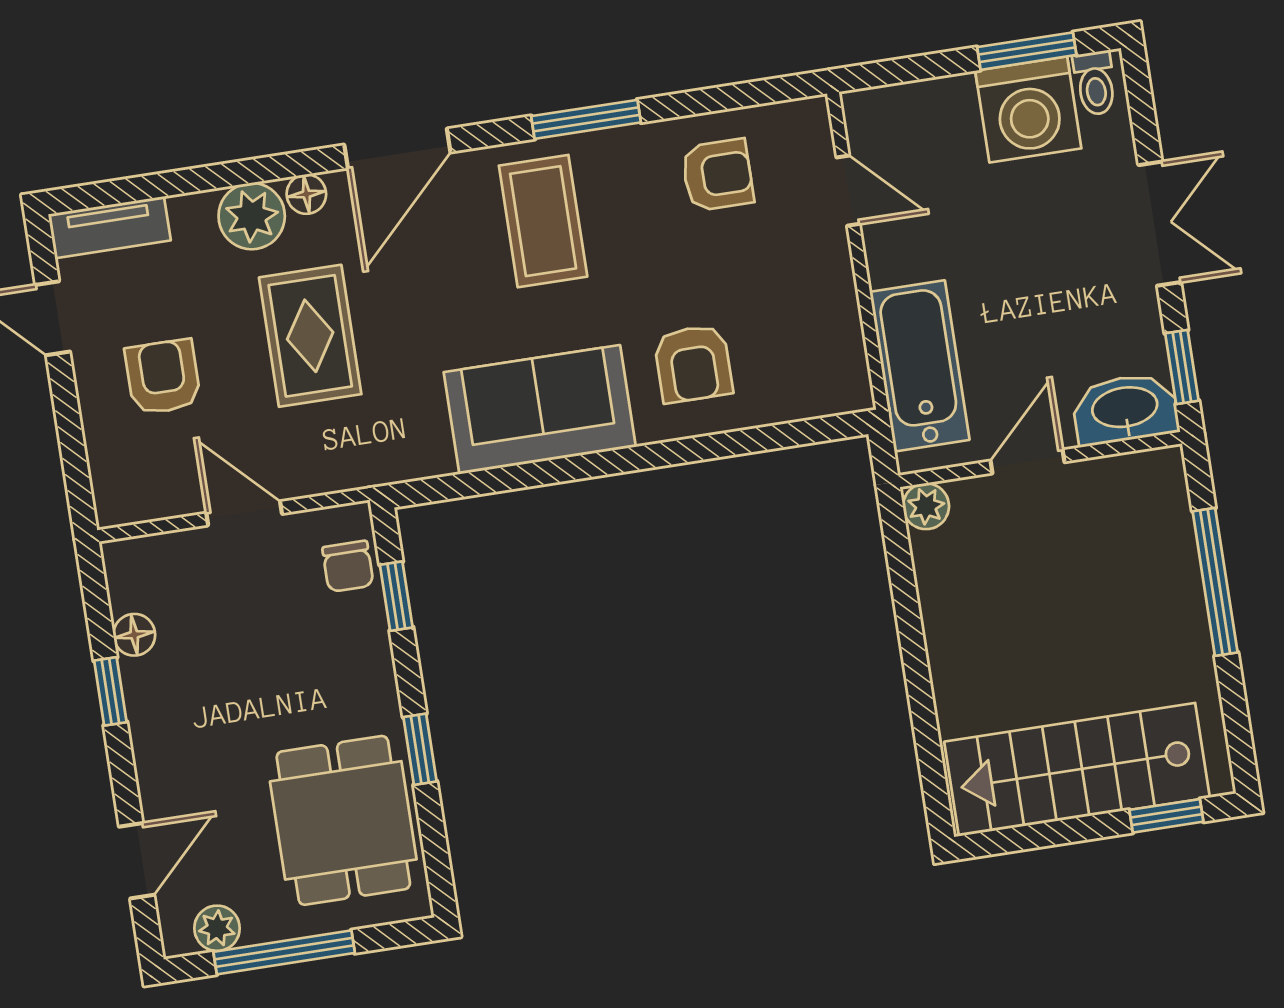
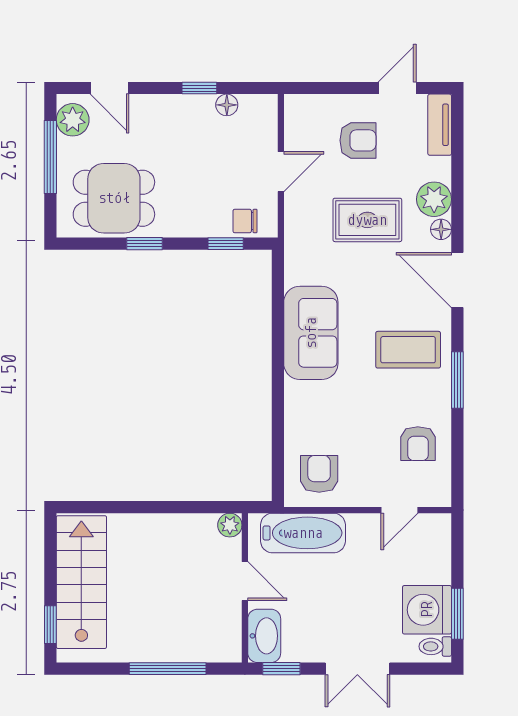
armchair: (693, 364) -> (319, 474), moved, turned 90
plant: (217, 928) -> (73, 120), width x1.38, depth x1.38

